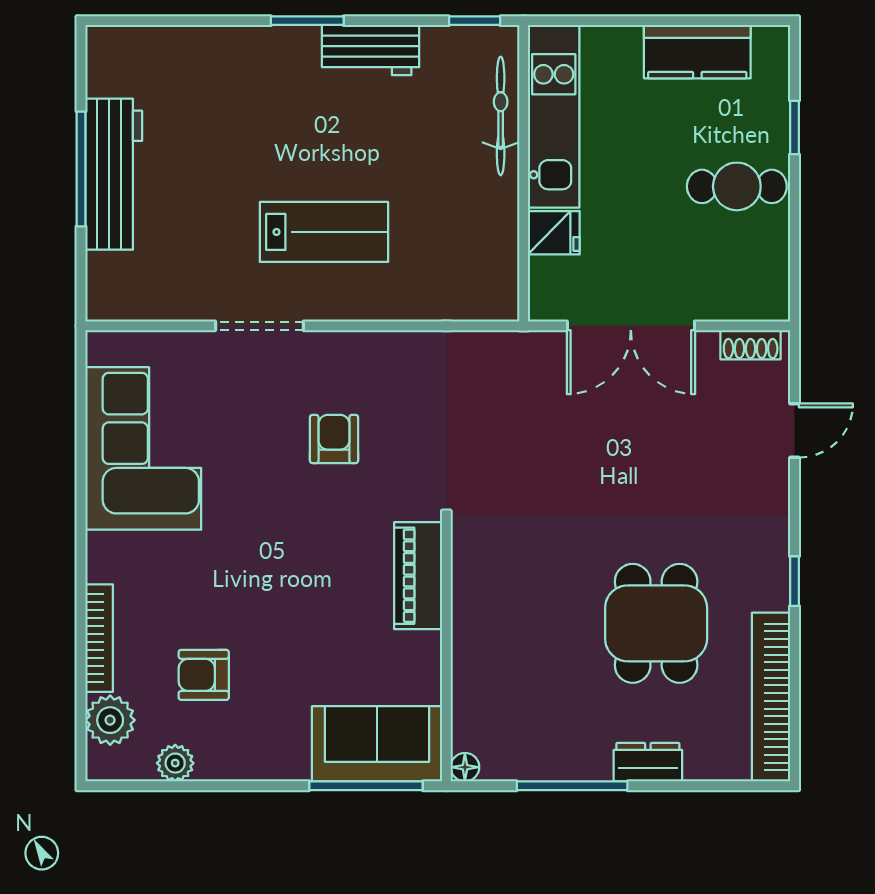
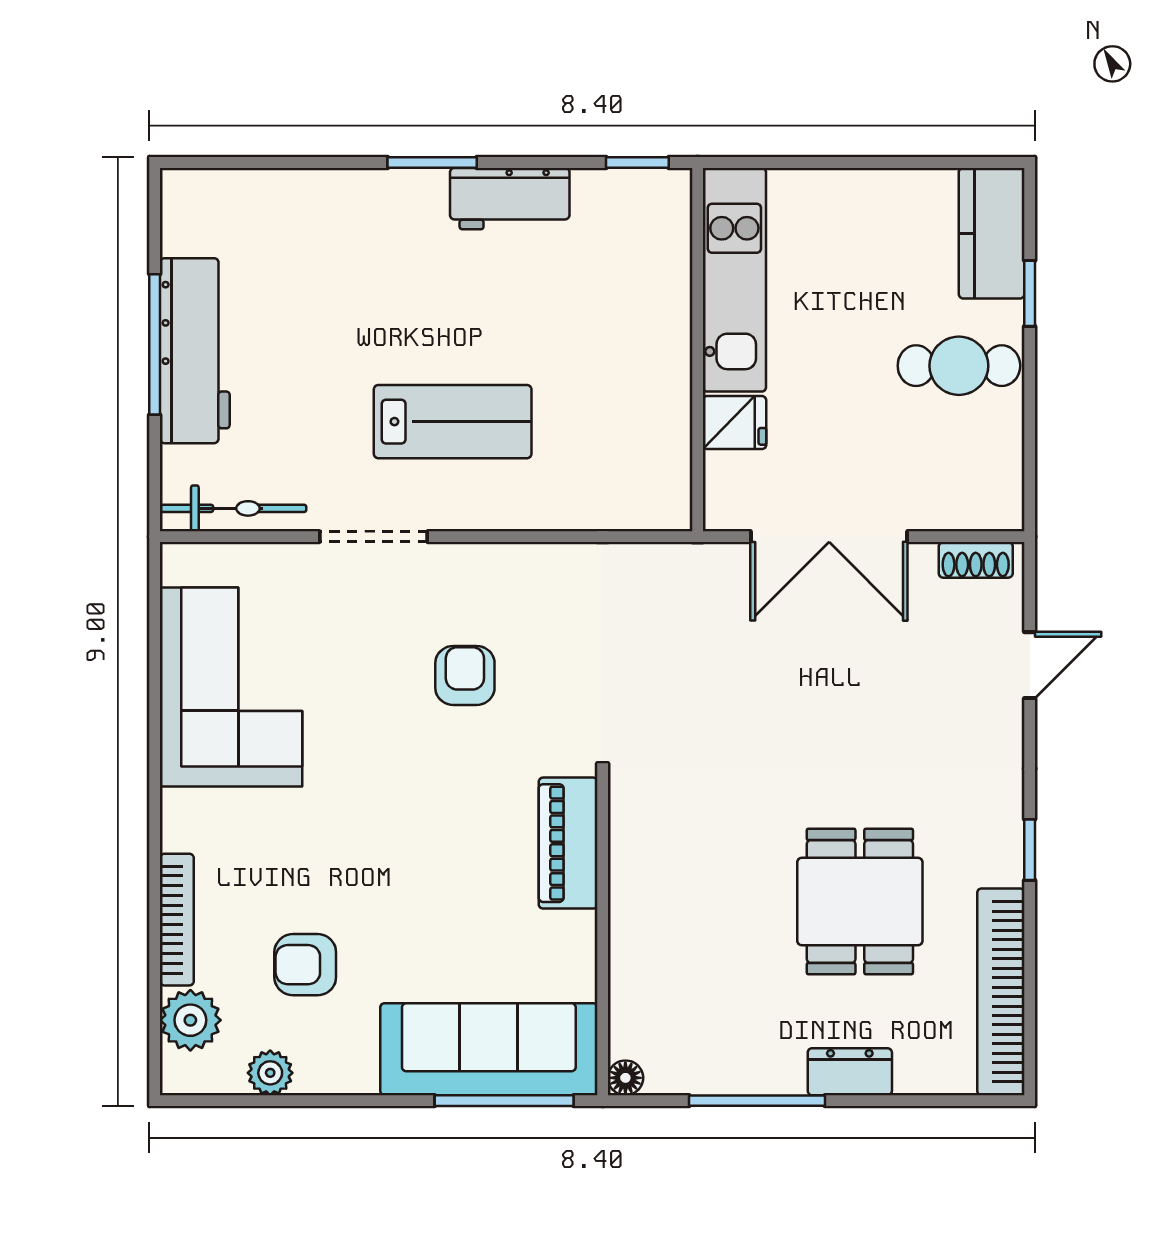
kitchen counter: (697, 52) -> (992, 233), moved, turned 90
bicycle: (501, 116) -> (233, 508), moved, turned 90
sofa: (377, 744) -> (489, 1049), width x1.36

